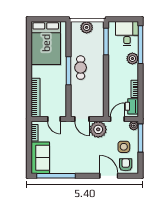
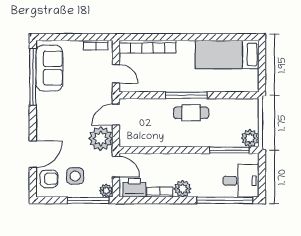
plant: (87, 27) -> (250, 138), moved
bed: (46, 43) -> (227, 55), width x0.67
plant: (132, 59) -> (183, 189), moved
door: (54, 119) -> (116, 74), swing flipped
sofa: (40, 158) -> (49, 68), moved, turned -90

